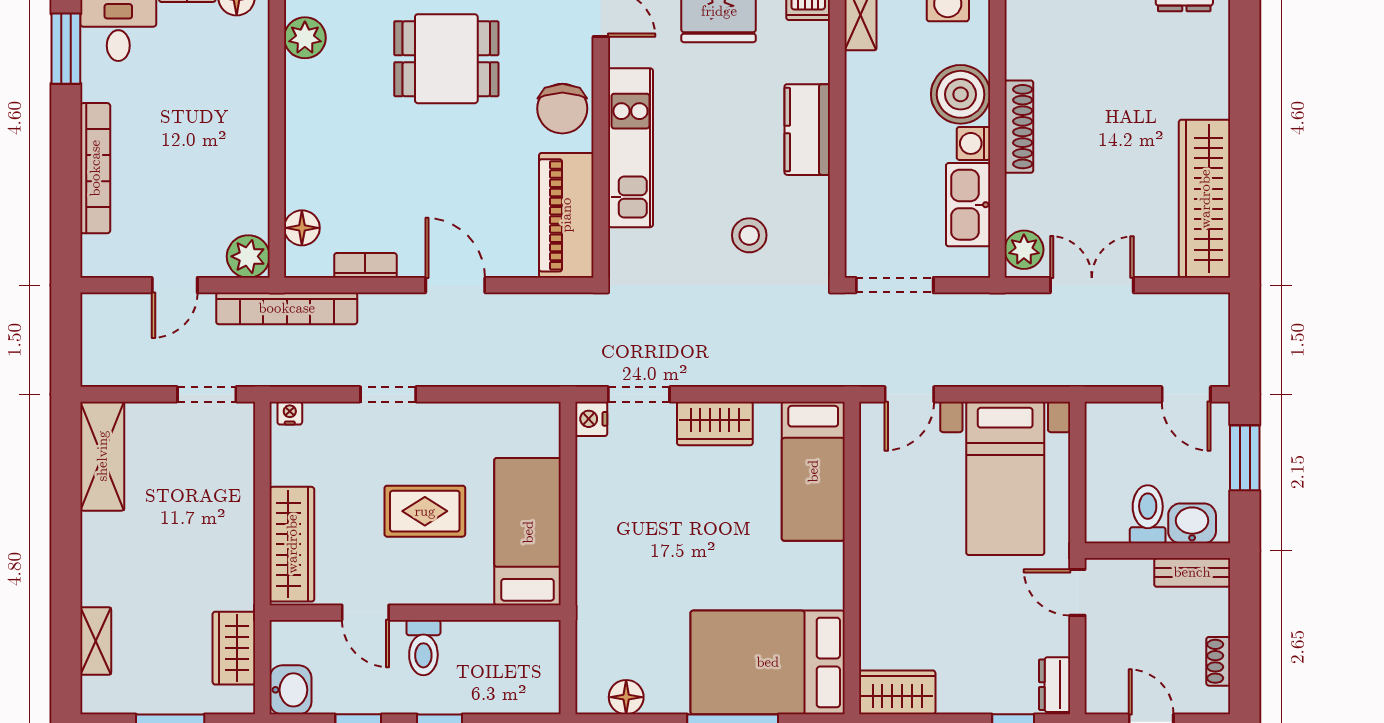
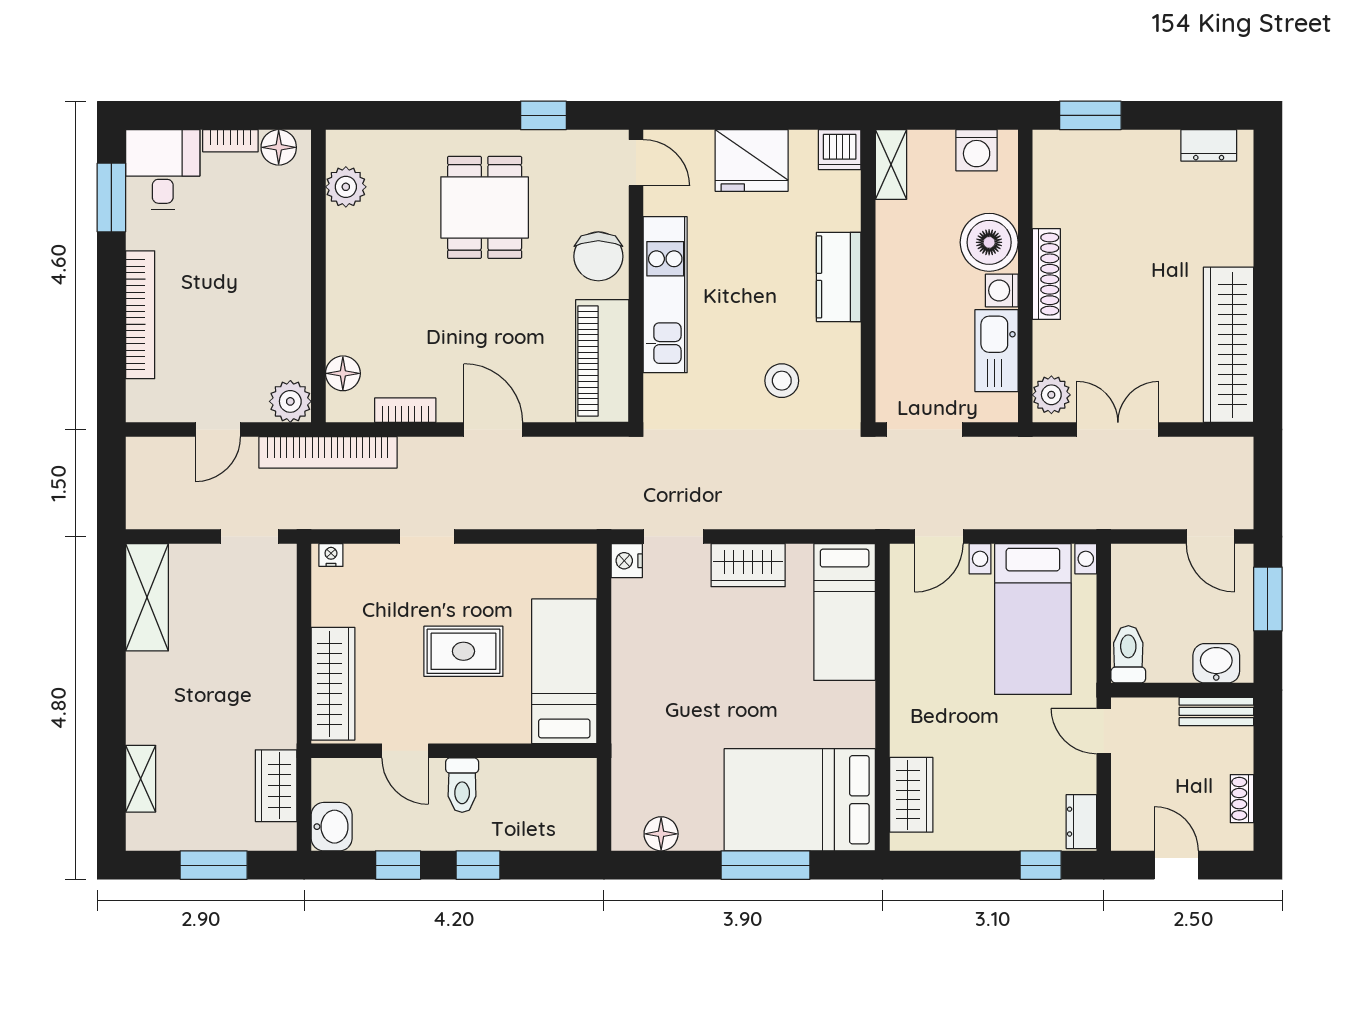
dining table: (446, 59) -> (485, 207), turned 90
toilet: (1148, 514) -> (1128, 654), moved
wardrobe: (897, 692) -> (911, 795), moved, turned 90

